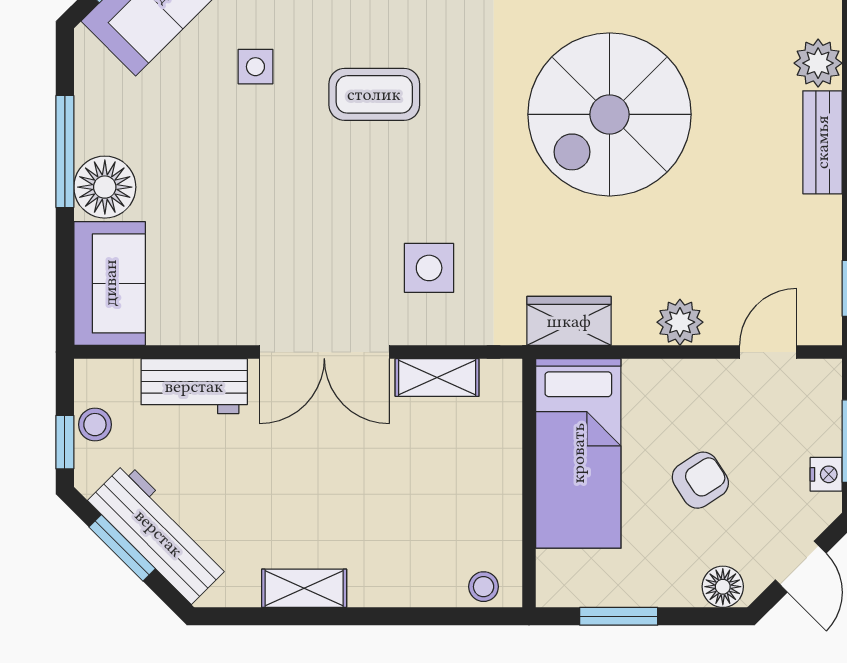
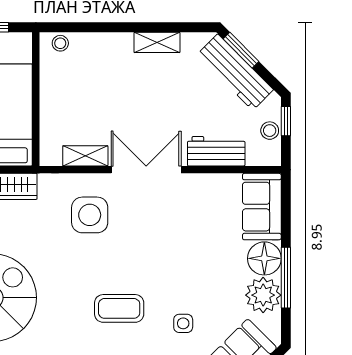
plant: (107, 119) -> (263, 295), added
side table: (429, 268) -> (90, 215), width x1.37, depth x1.37
window: (122, 548) -> (241, 50), moved

